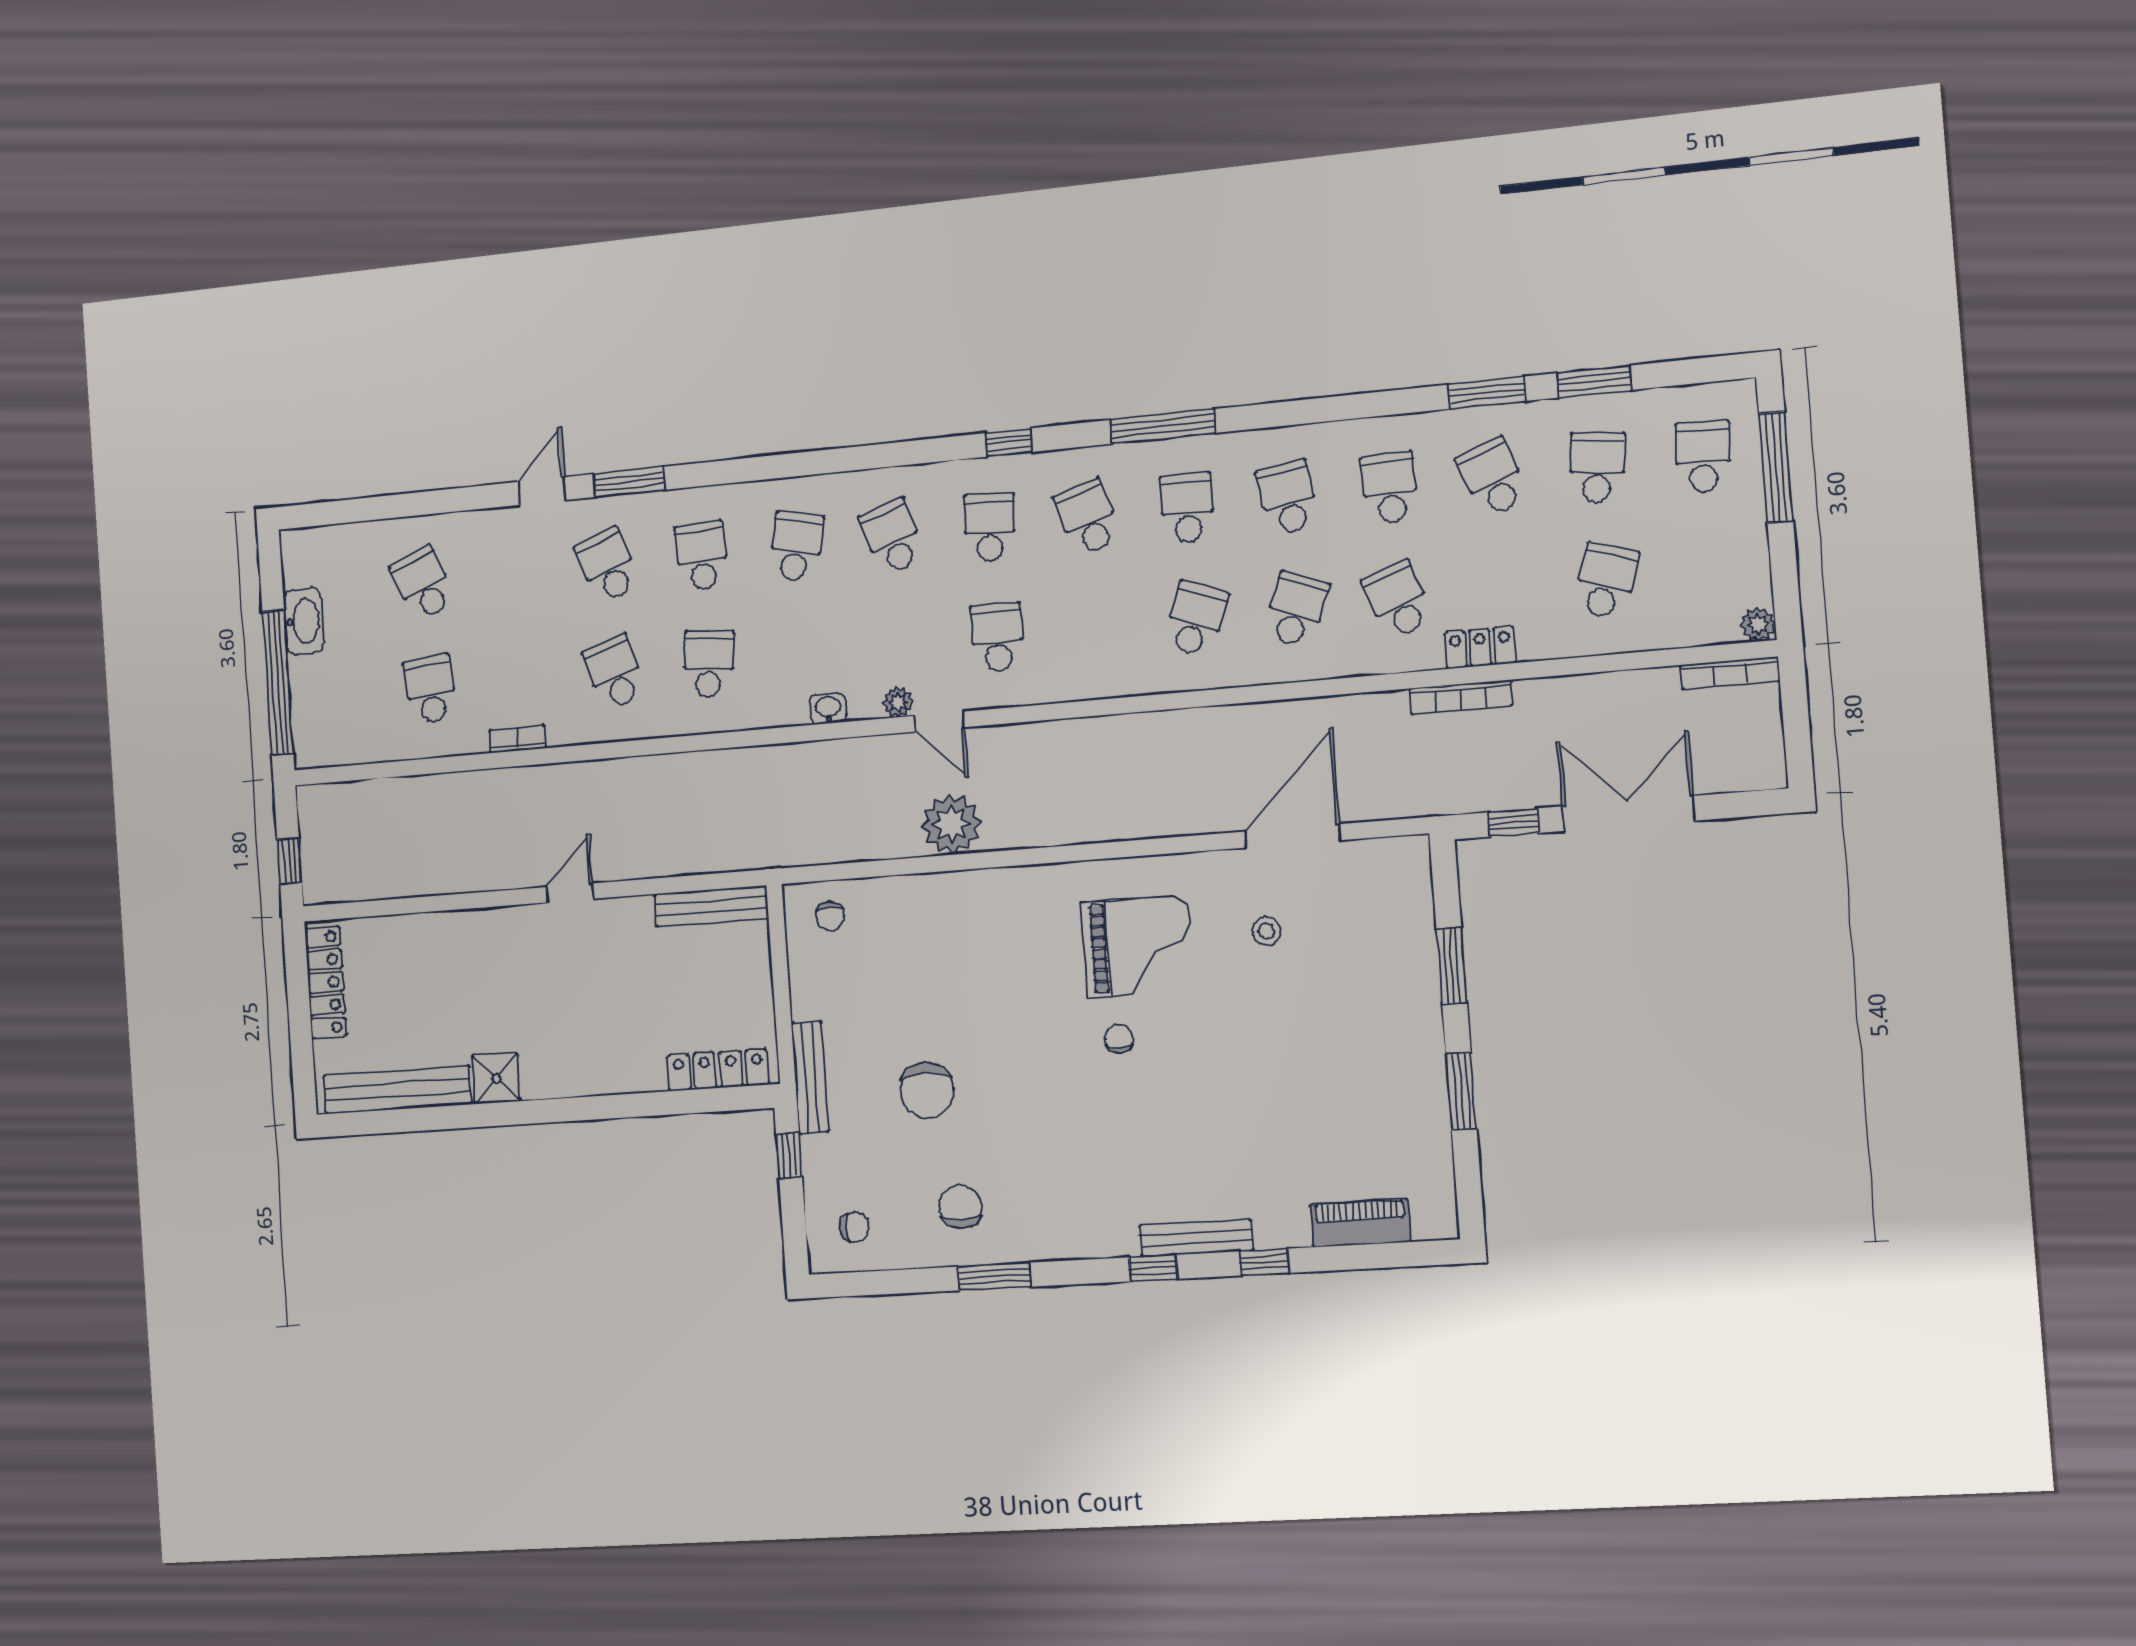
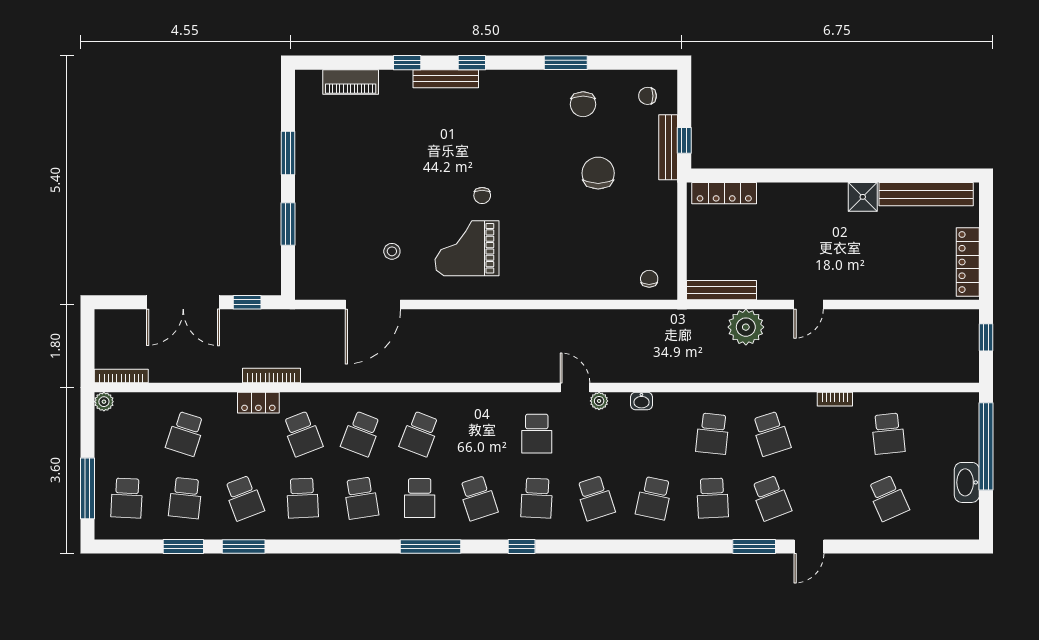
plant: (951, 824) -> (746, 327), moved
bench: (810, 1078) -> (668, 147), moved

